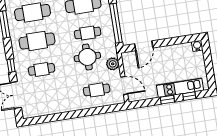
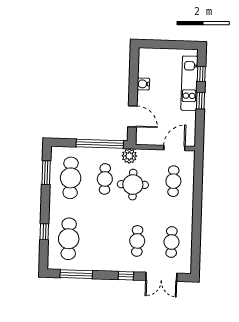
cafe table: (37, 41) -> (171, 242), moved, width x0.73, depth x0.74
water cooler: (197, 46) -> (143, 84), moved
plant: (113, 64) -> (129, 156), moved

